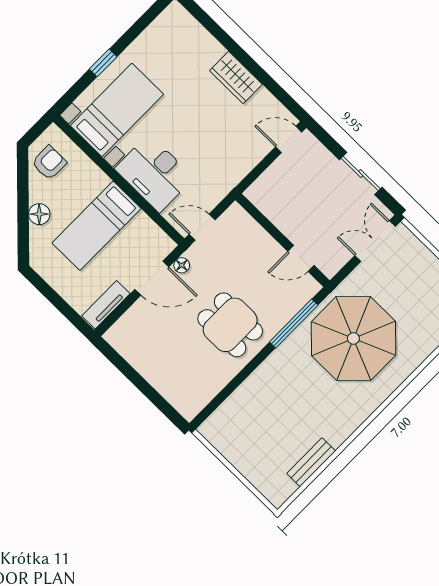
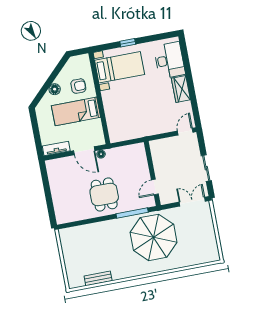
door: (289, 139) -> (185, 132), hinge flipped
armchair: (49, 163) -> (78, 86), moved
desk: (154, 173) -> (169, 60), moved, turned 180
door: (202, 227) -> (121, 144), removed
door: (301, 258) -> (155, 187), hinge flipped

